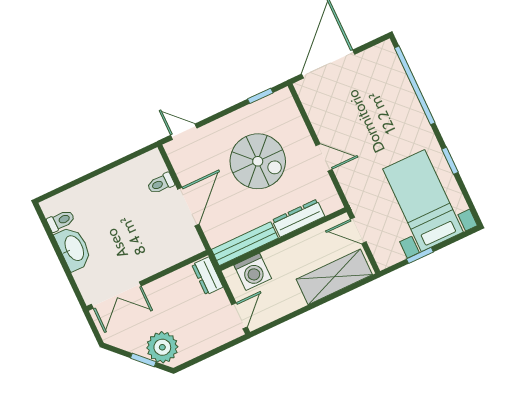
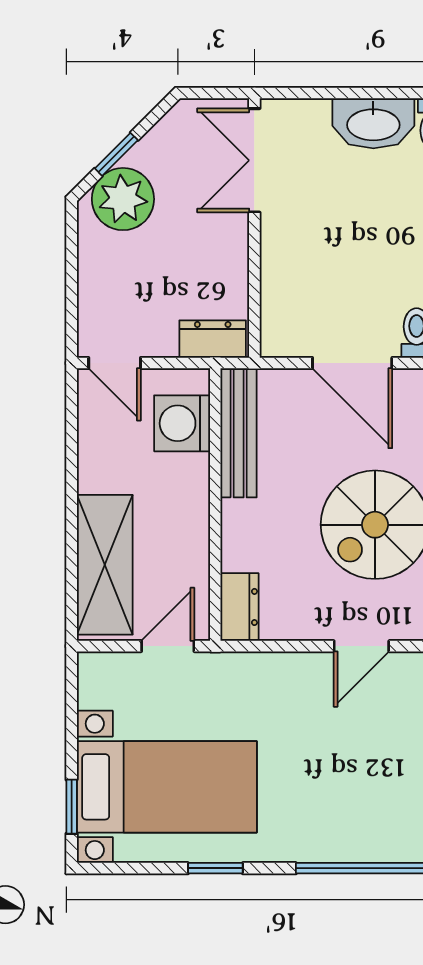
door: (324, 158) -> (361, 646), moved
dresser: (298, 218) -> (240, 607), moved, width x0.70
window: (420, 255) -> (72, 807), moved

